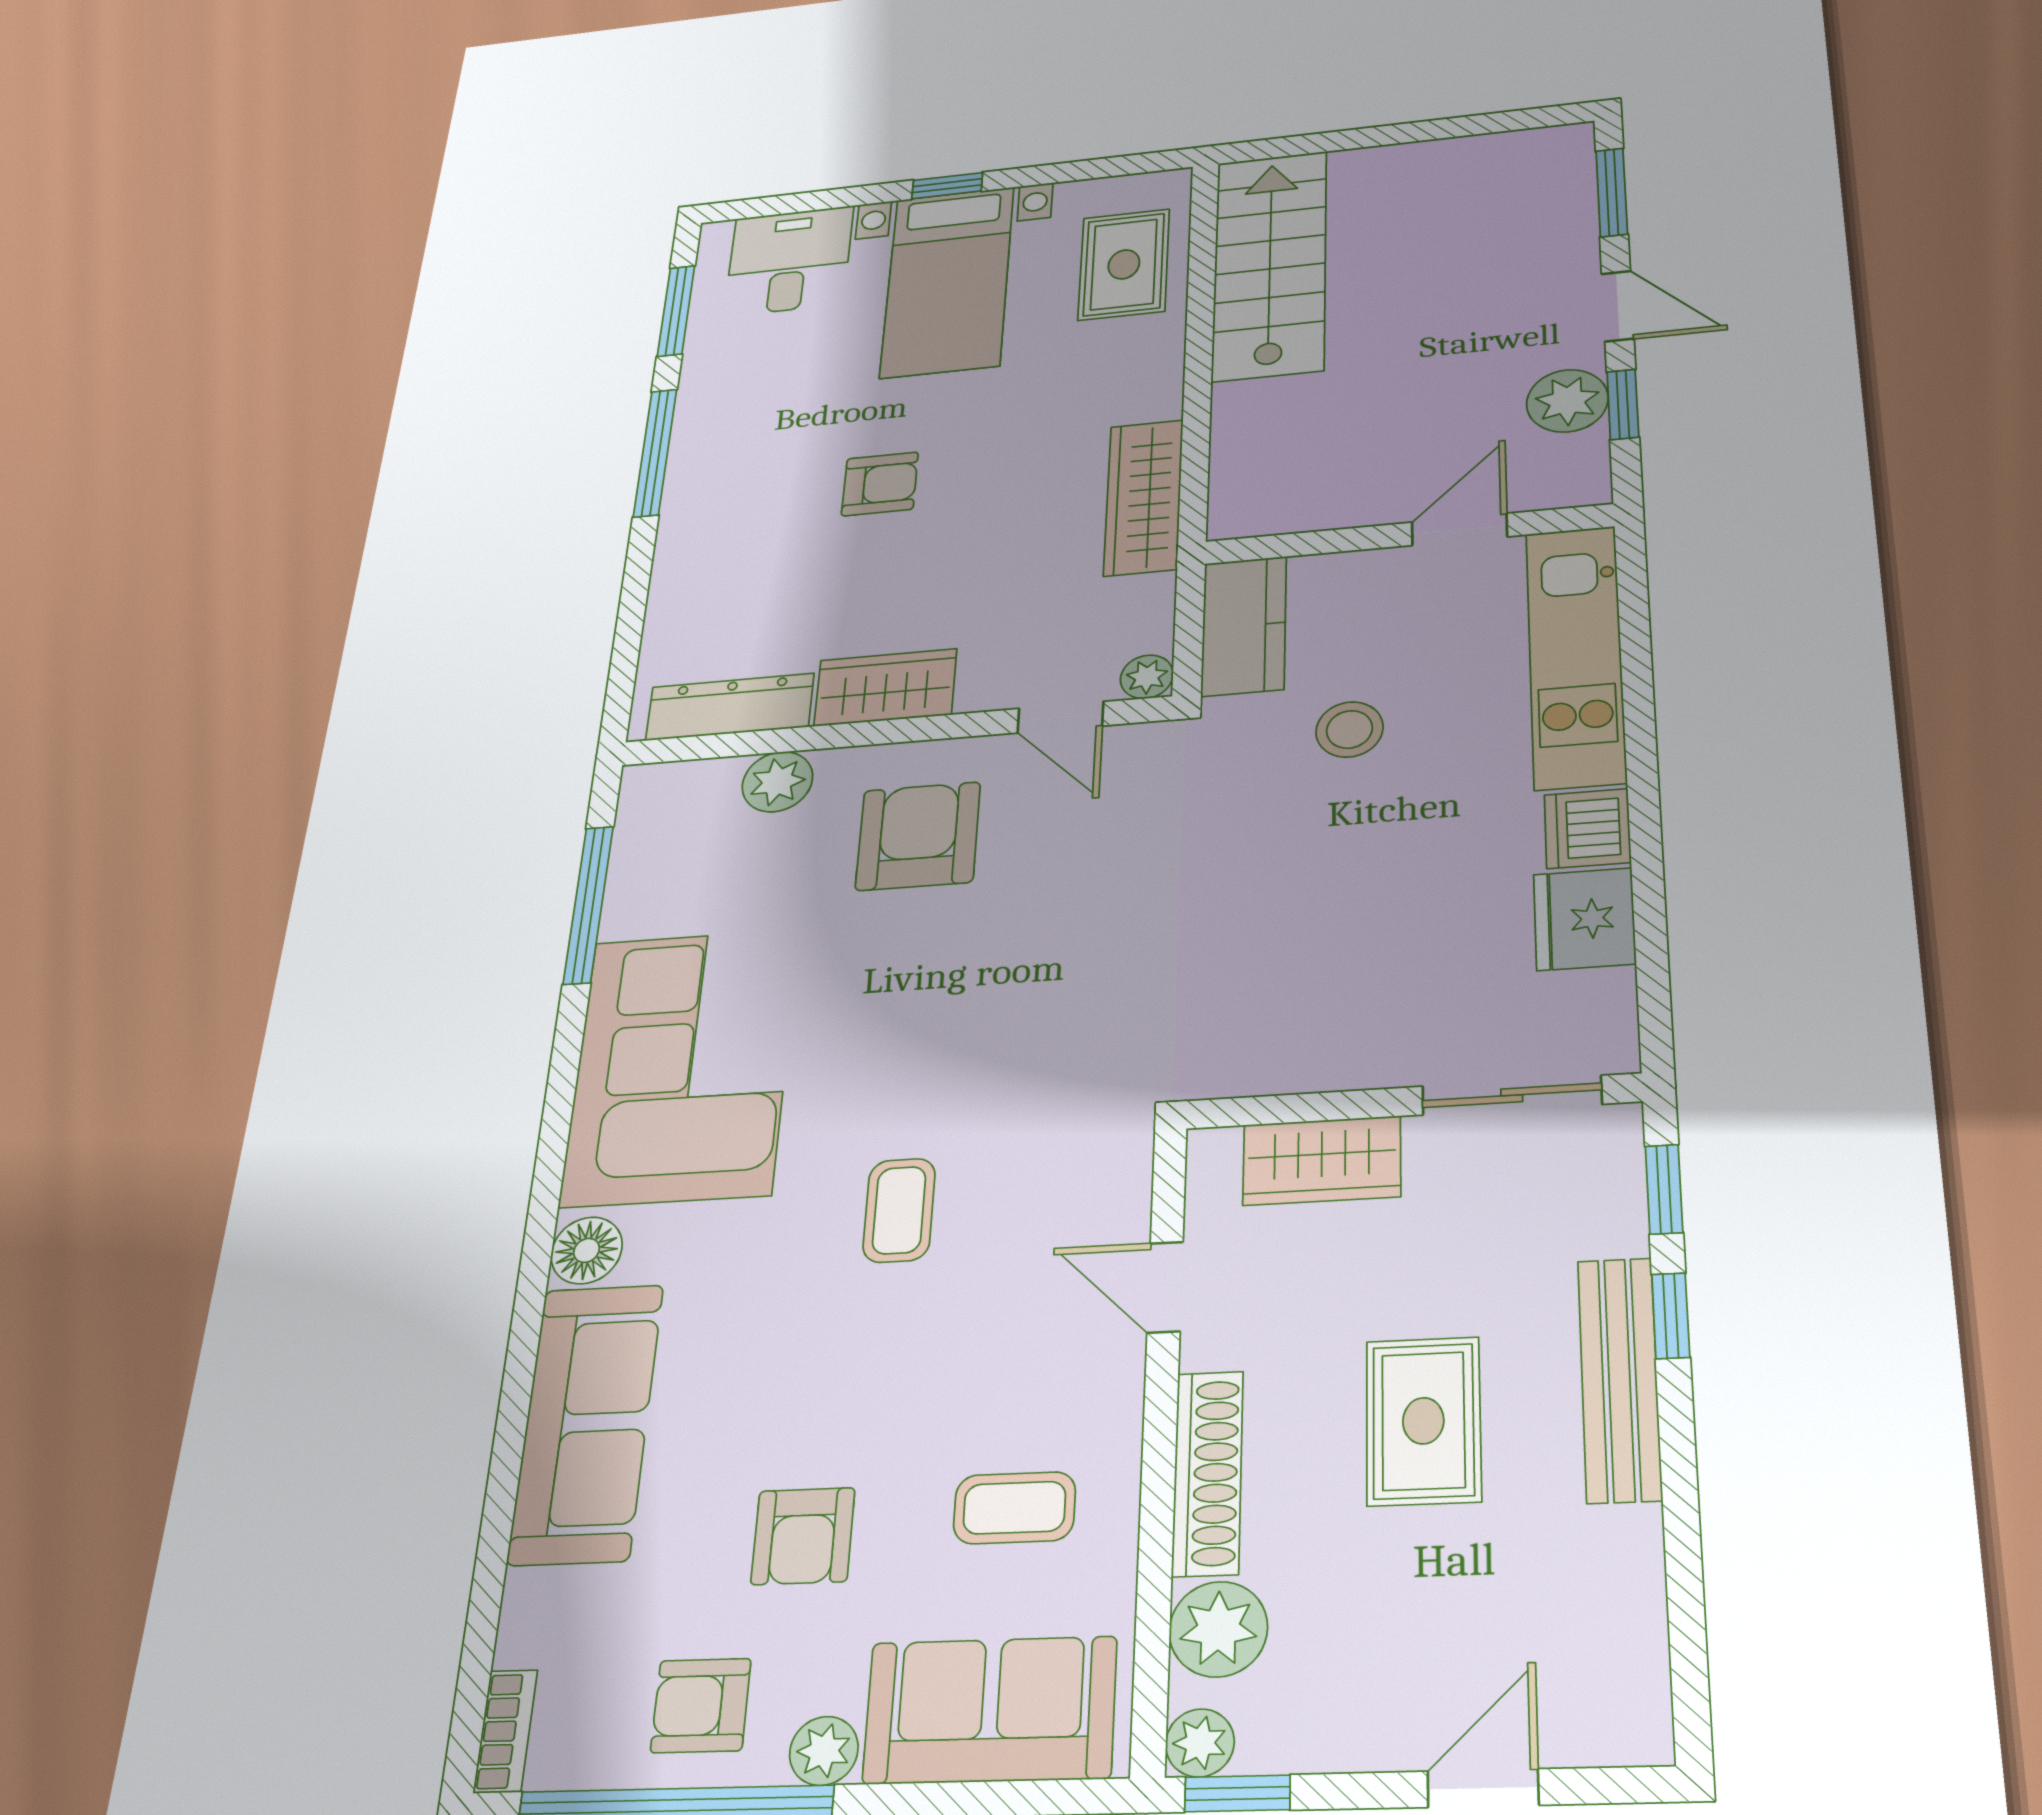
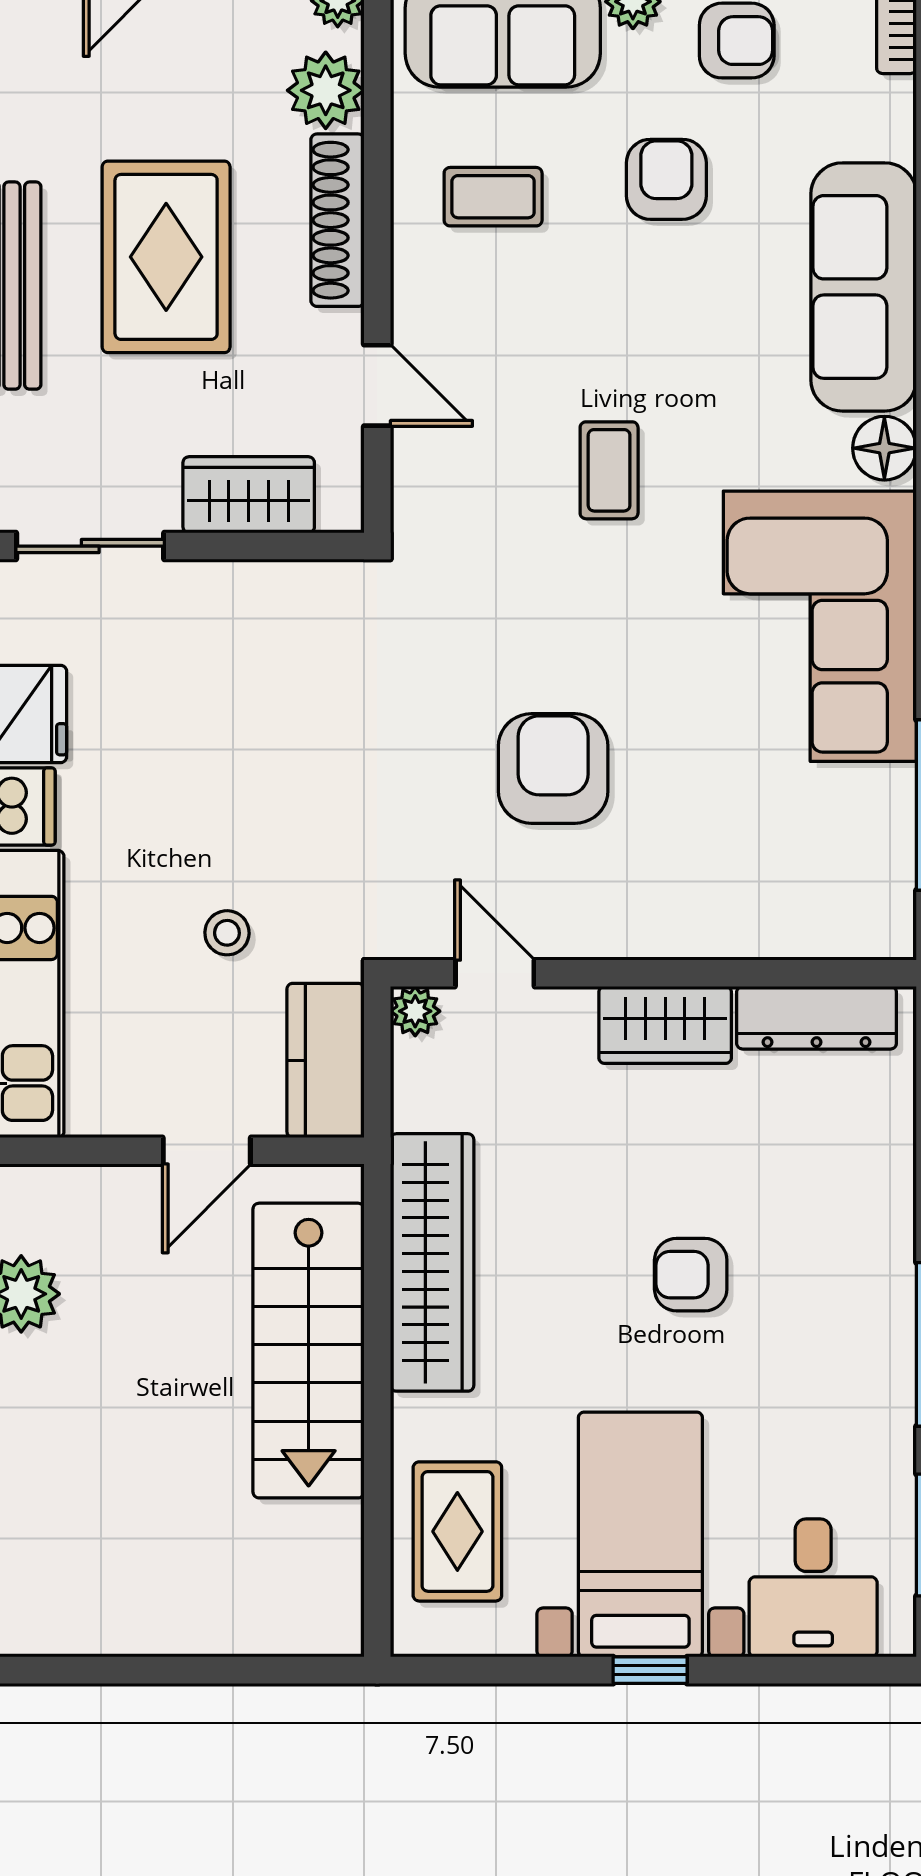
stairs: (1270, 265) -> (309, 1351), moved
wardrobe: (1144, 497) -> (432, 1262), width x1.40, depth x1.17
door: (1459, 529) -> (207, 1151), moved
stool: (1349, 729) -> (227, 933), width x0.73, depth x0.73
plant: (777, 782) -> (761, 926), removed
armchair: (918, 836) -> (553, 769), moved, turned 180
rug: (1423, 1421) -> (166, 257), width x1.36, depth x1.43

